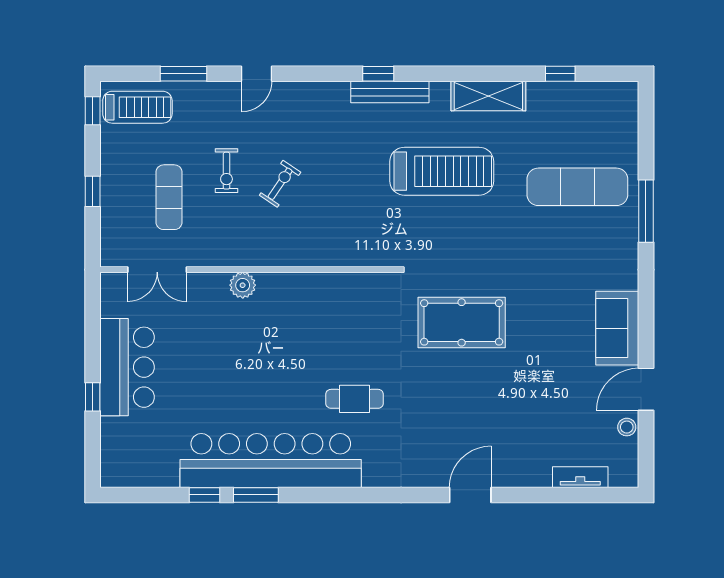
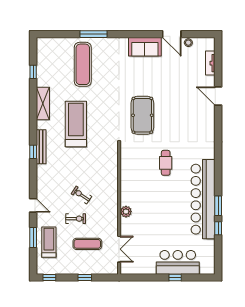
treadmill: (137, 107) -> (49, 242), moved
bar counter: (127, 367) -> (178, 262), moved
cafe table: (355, 399) -> (166, 163), moved
door: (470, 495) -> (218, 96), moved

